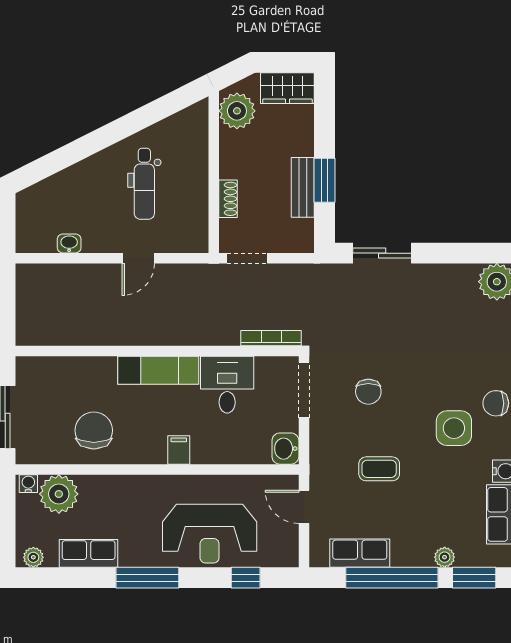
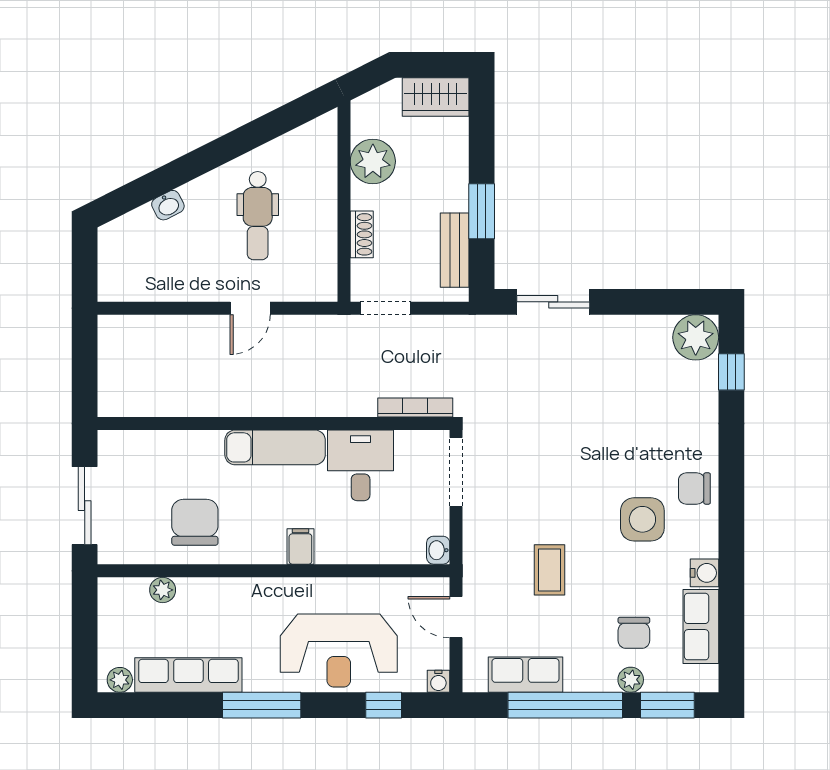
plant: (237, 111) -> (373, 161), moved
bench: (303, 187) -> (455, 250), moved
washbasin: (69, 243) -> (168, 205), moved, turned 153
chair: (368, 392) -> (634, 633), moved
washbasin: (285, 449) -> (438, 550), width x0.72, depth x0.69
coffee table: (379, 469) -> (550, 570), turned 90
water cooler: (28, 484) -> (438, 681), moved, turned 180
plant: (59, 494) -> (163, 590), width x0.53, depth x0.53
row of seats: (89, 553) -> (188, 675), width x1.48

